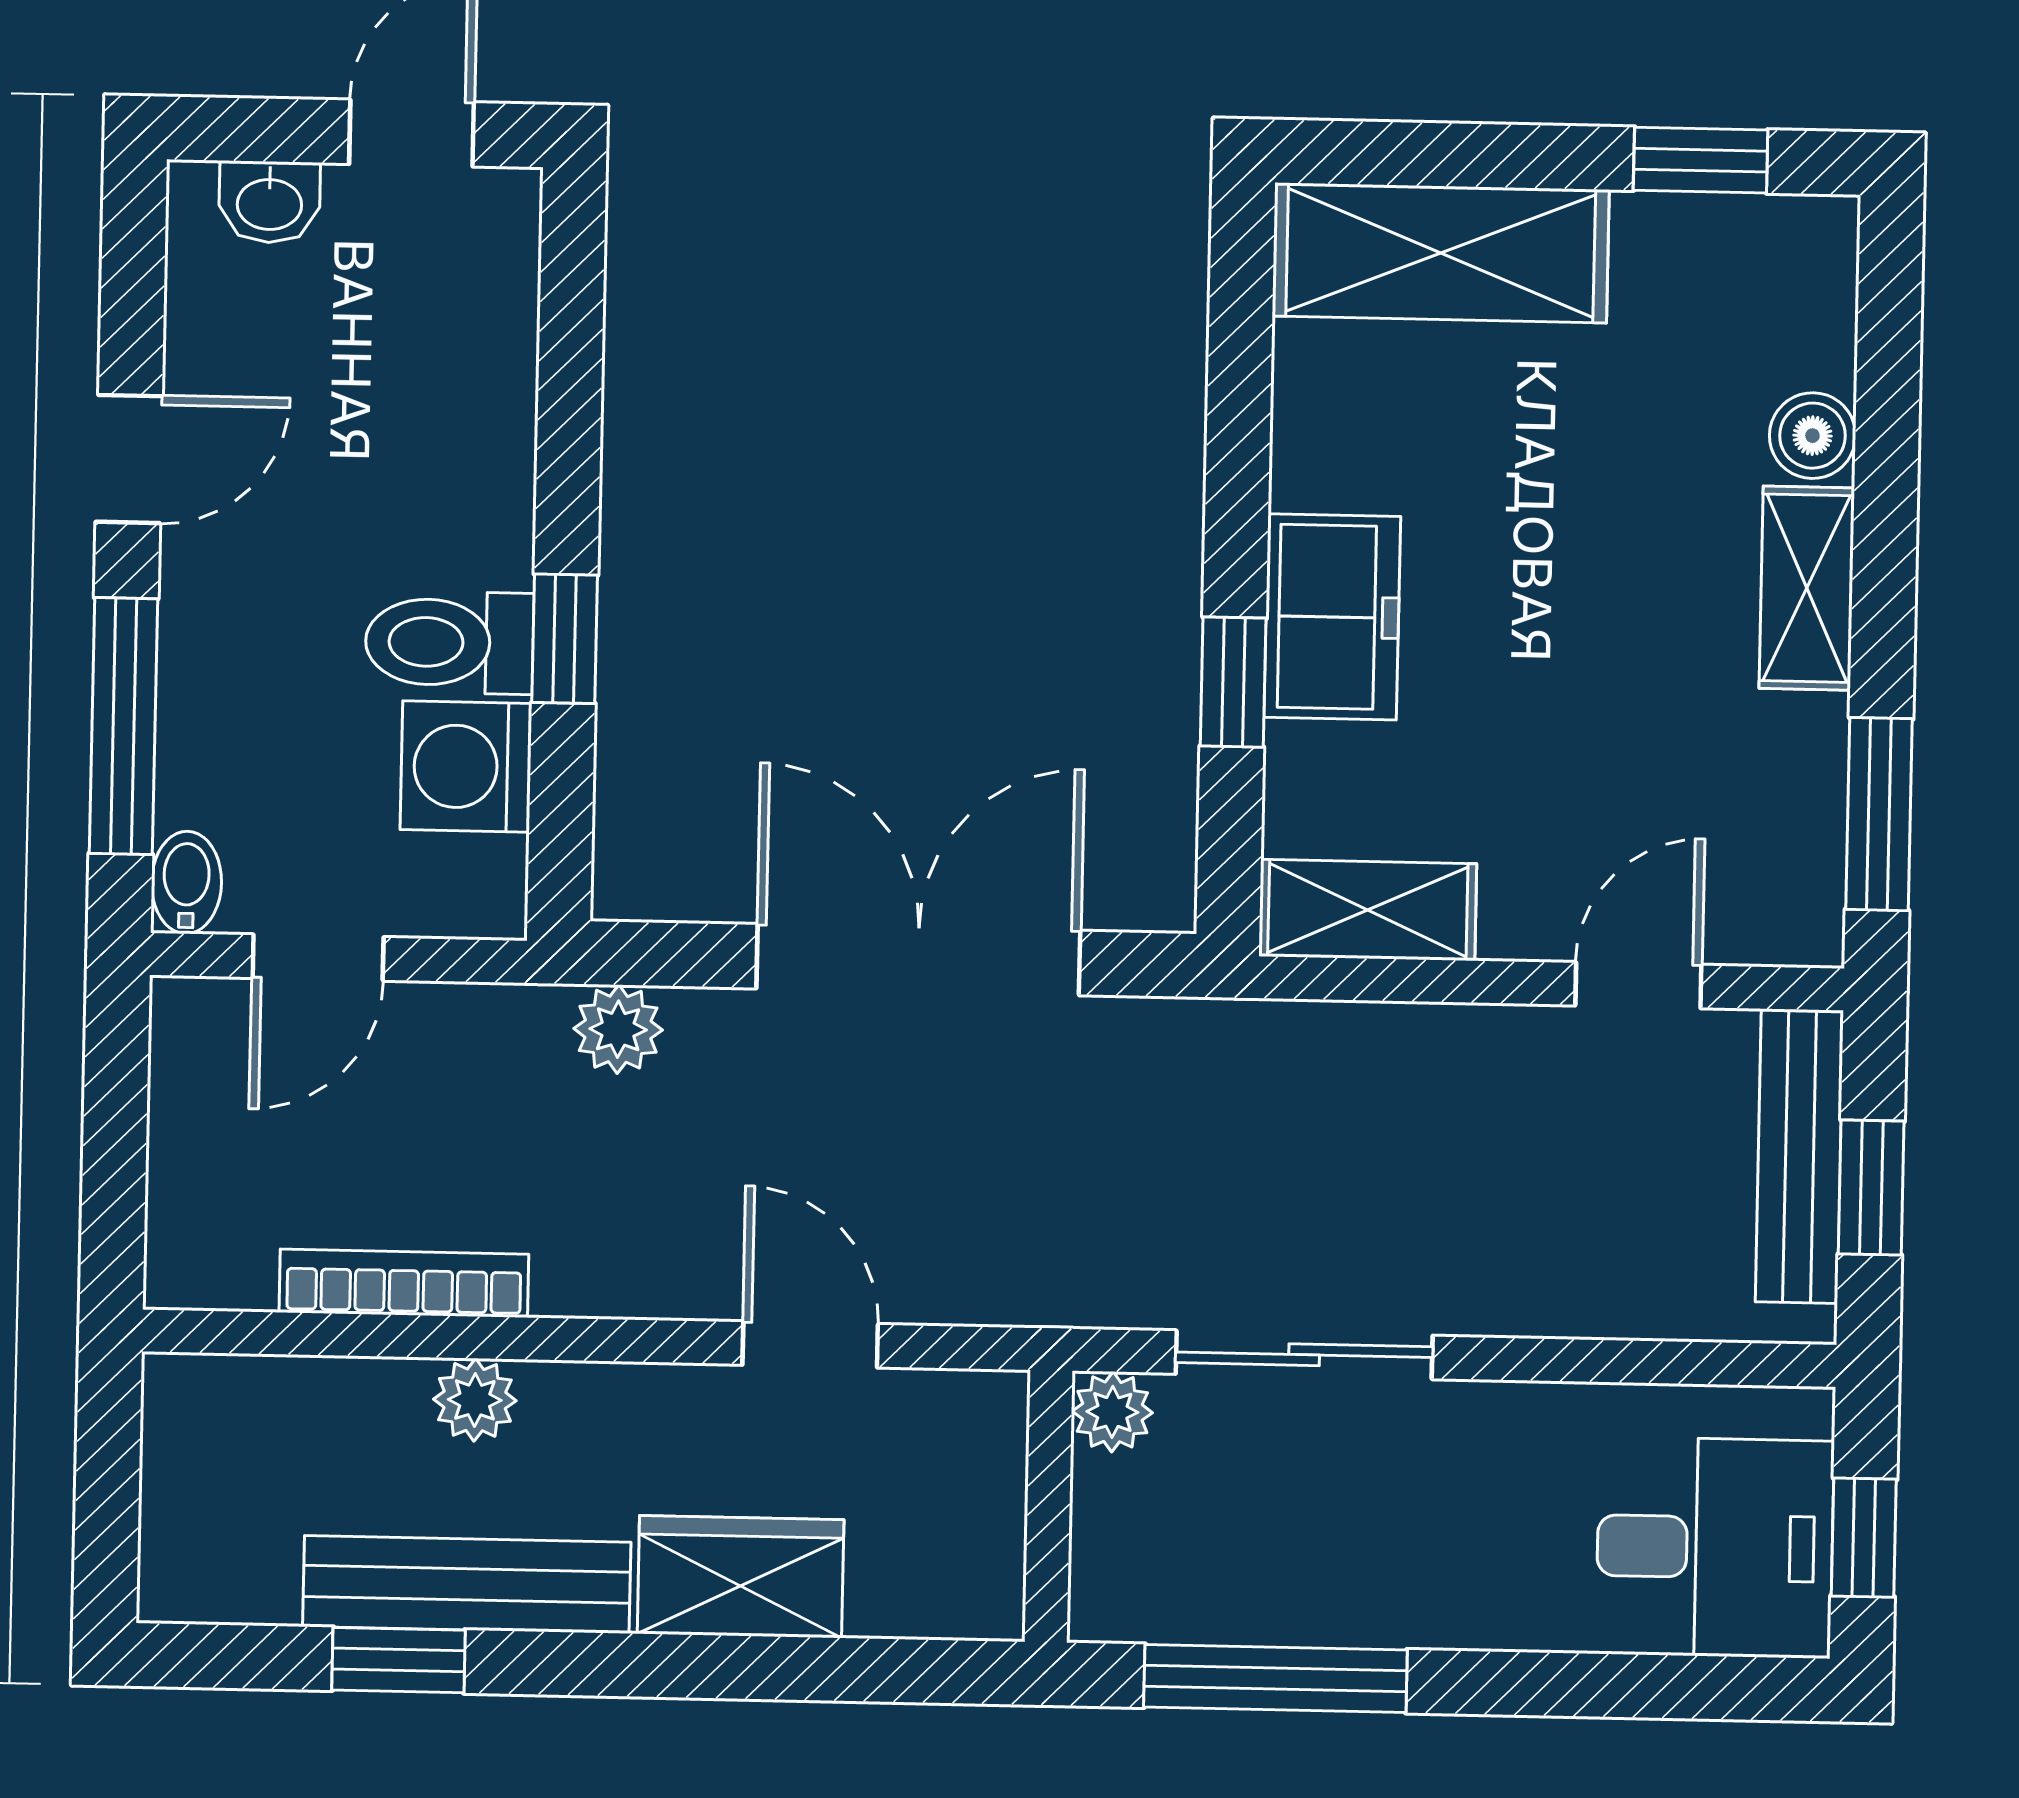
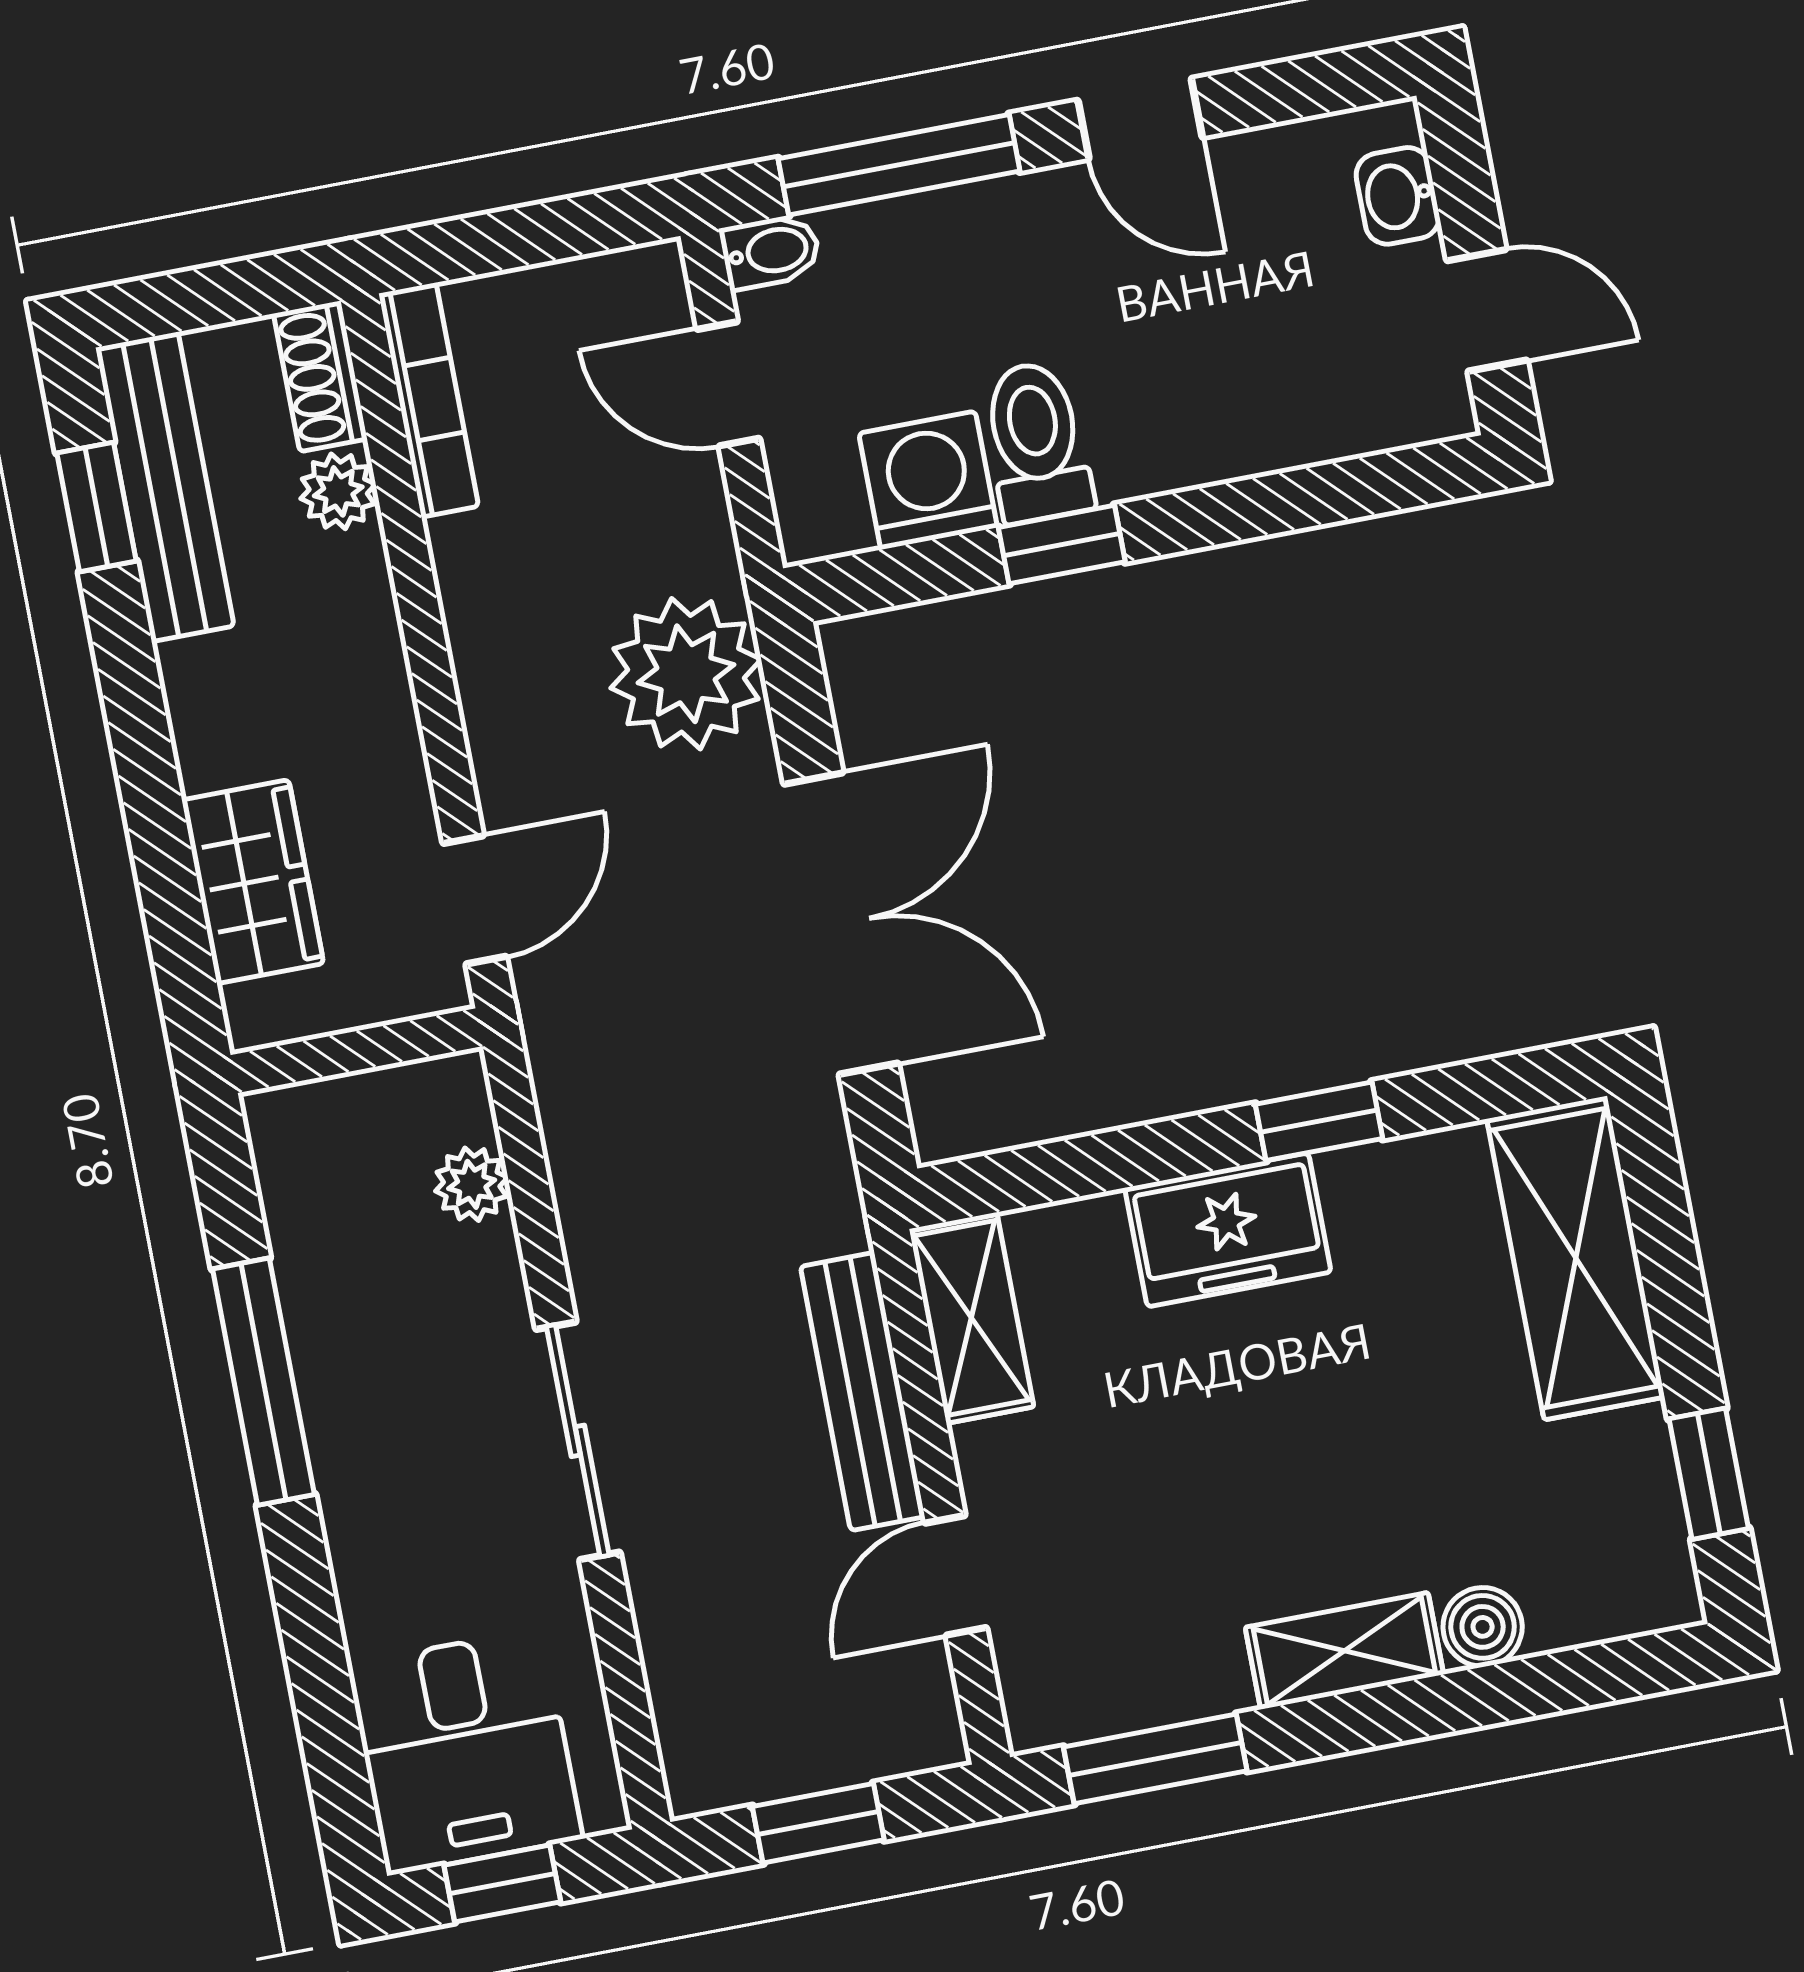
window: (1233, 682) -> (1319, 1121), moved
door: (1638, 985) -> (956, 1575), swing flipped
plant: (618, 1029) -> (686, 674), width x1.88, depth x1.88
bench: (1799, 1156) -> (863, 1392), moved, turned 90
bookcase: (404, 1283) -> (429, 400), moved
sliding door: (1304, 1355) -> (578, 1441), moved
shoe rack: (218, 1390) -> (320, 376), added
plant: (475, 1400) -> (338, 491), moved
wall: (1049, 1506) -> (357, 1051), moved
bench: (467, 1584) -> (165, 487), moved
window: (398, 1660) -> (97, 507), moved

